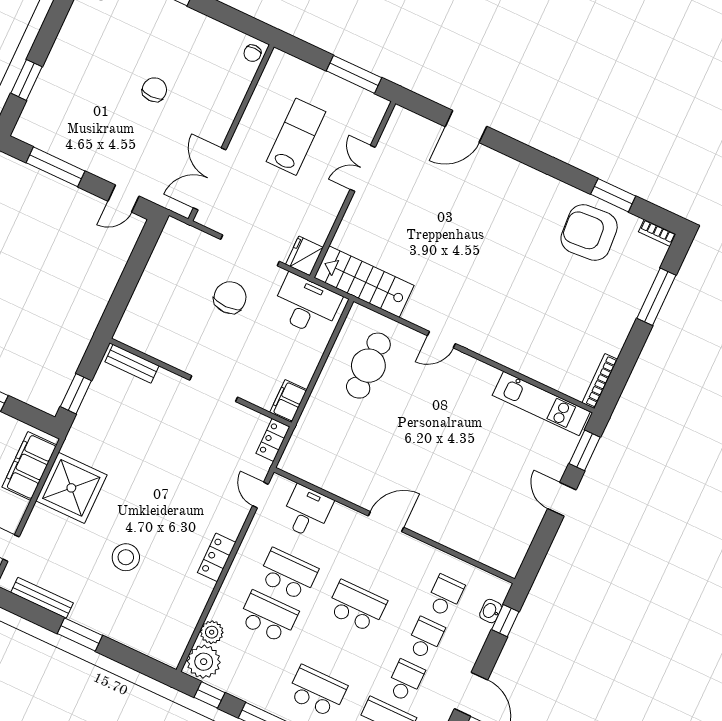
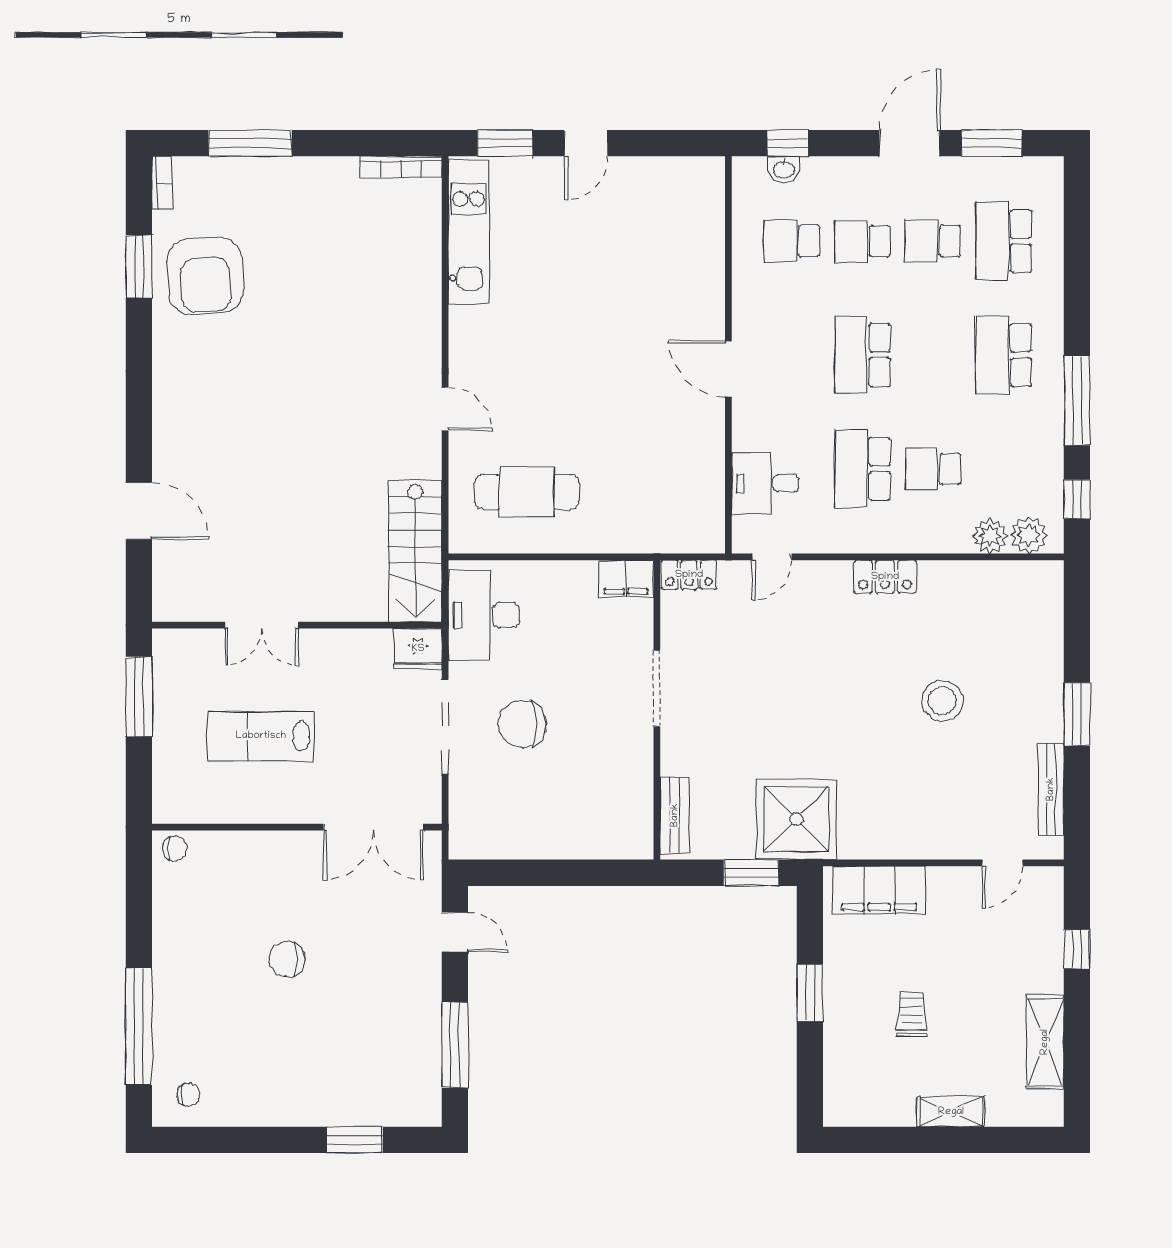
shower: (71, 488) -> (796, 819), moved
school desk: (268, 617) -> (933, 469), width x0.54
plant: (204, 662) -> (1029, 535), width x0.73, depth x0.73

